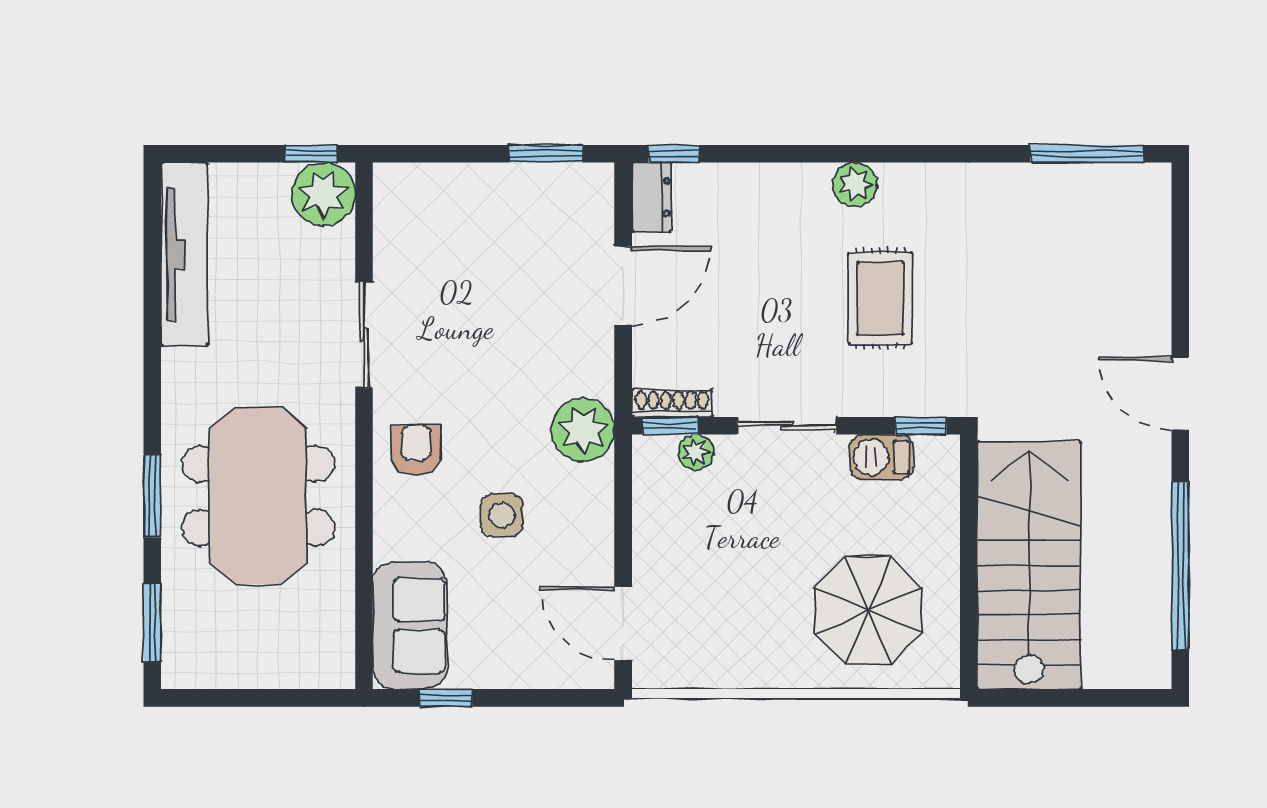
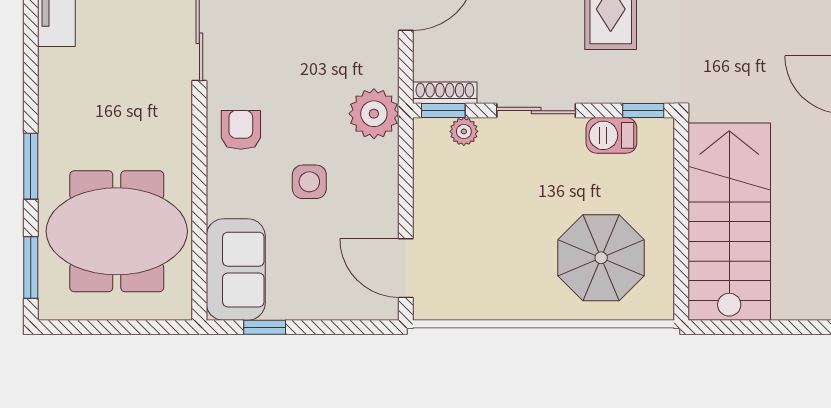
meeting table: (258, 496) -> (117, 231), moved, turned 90

